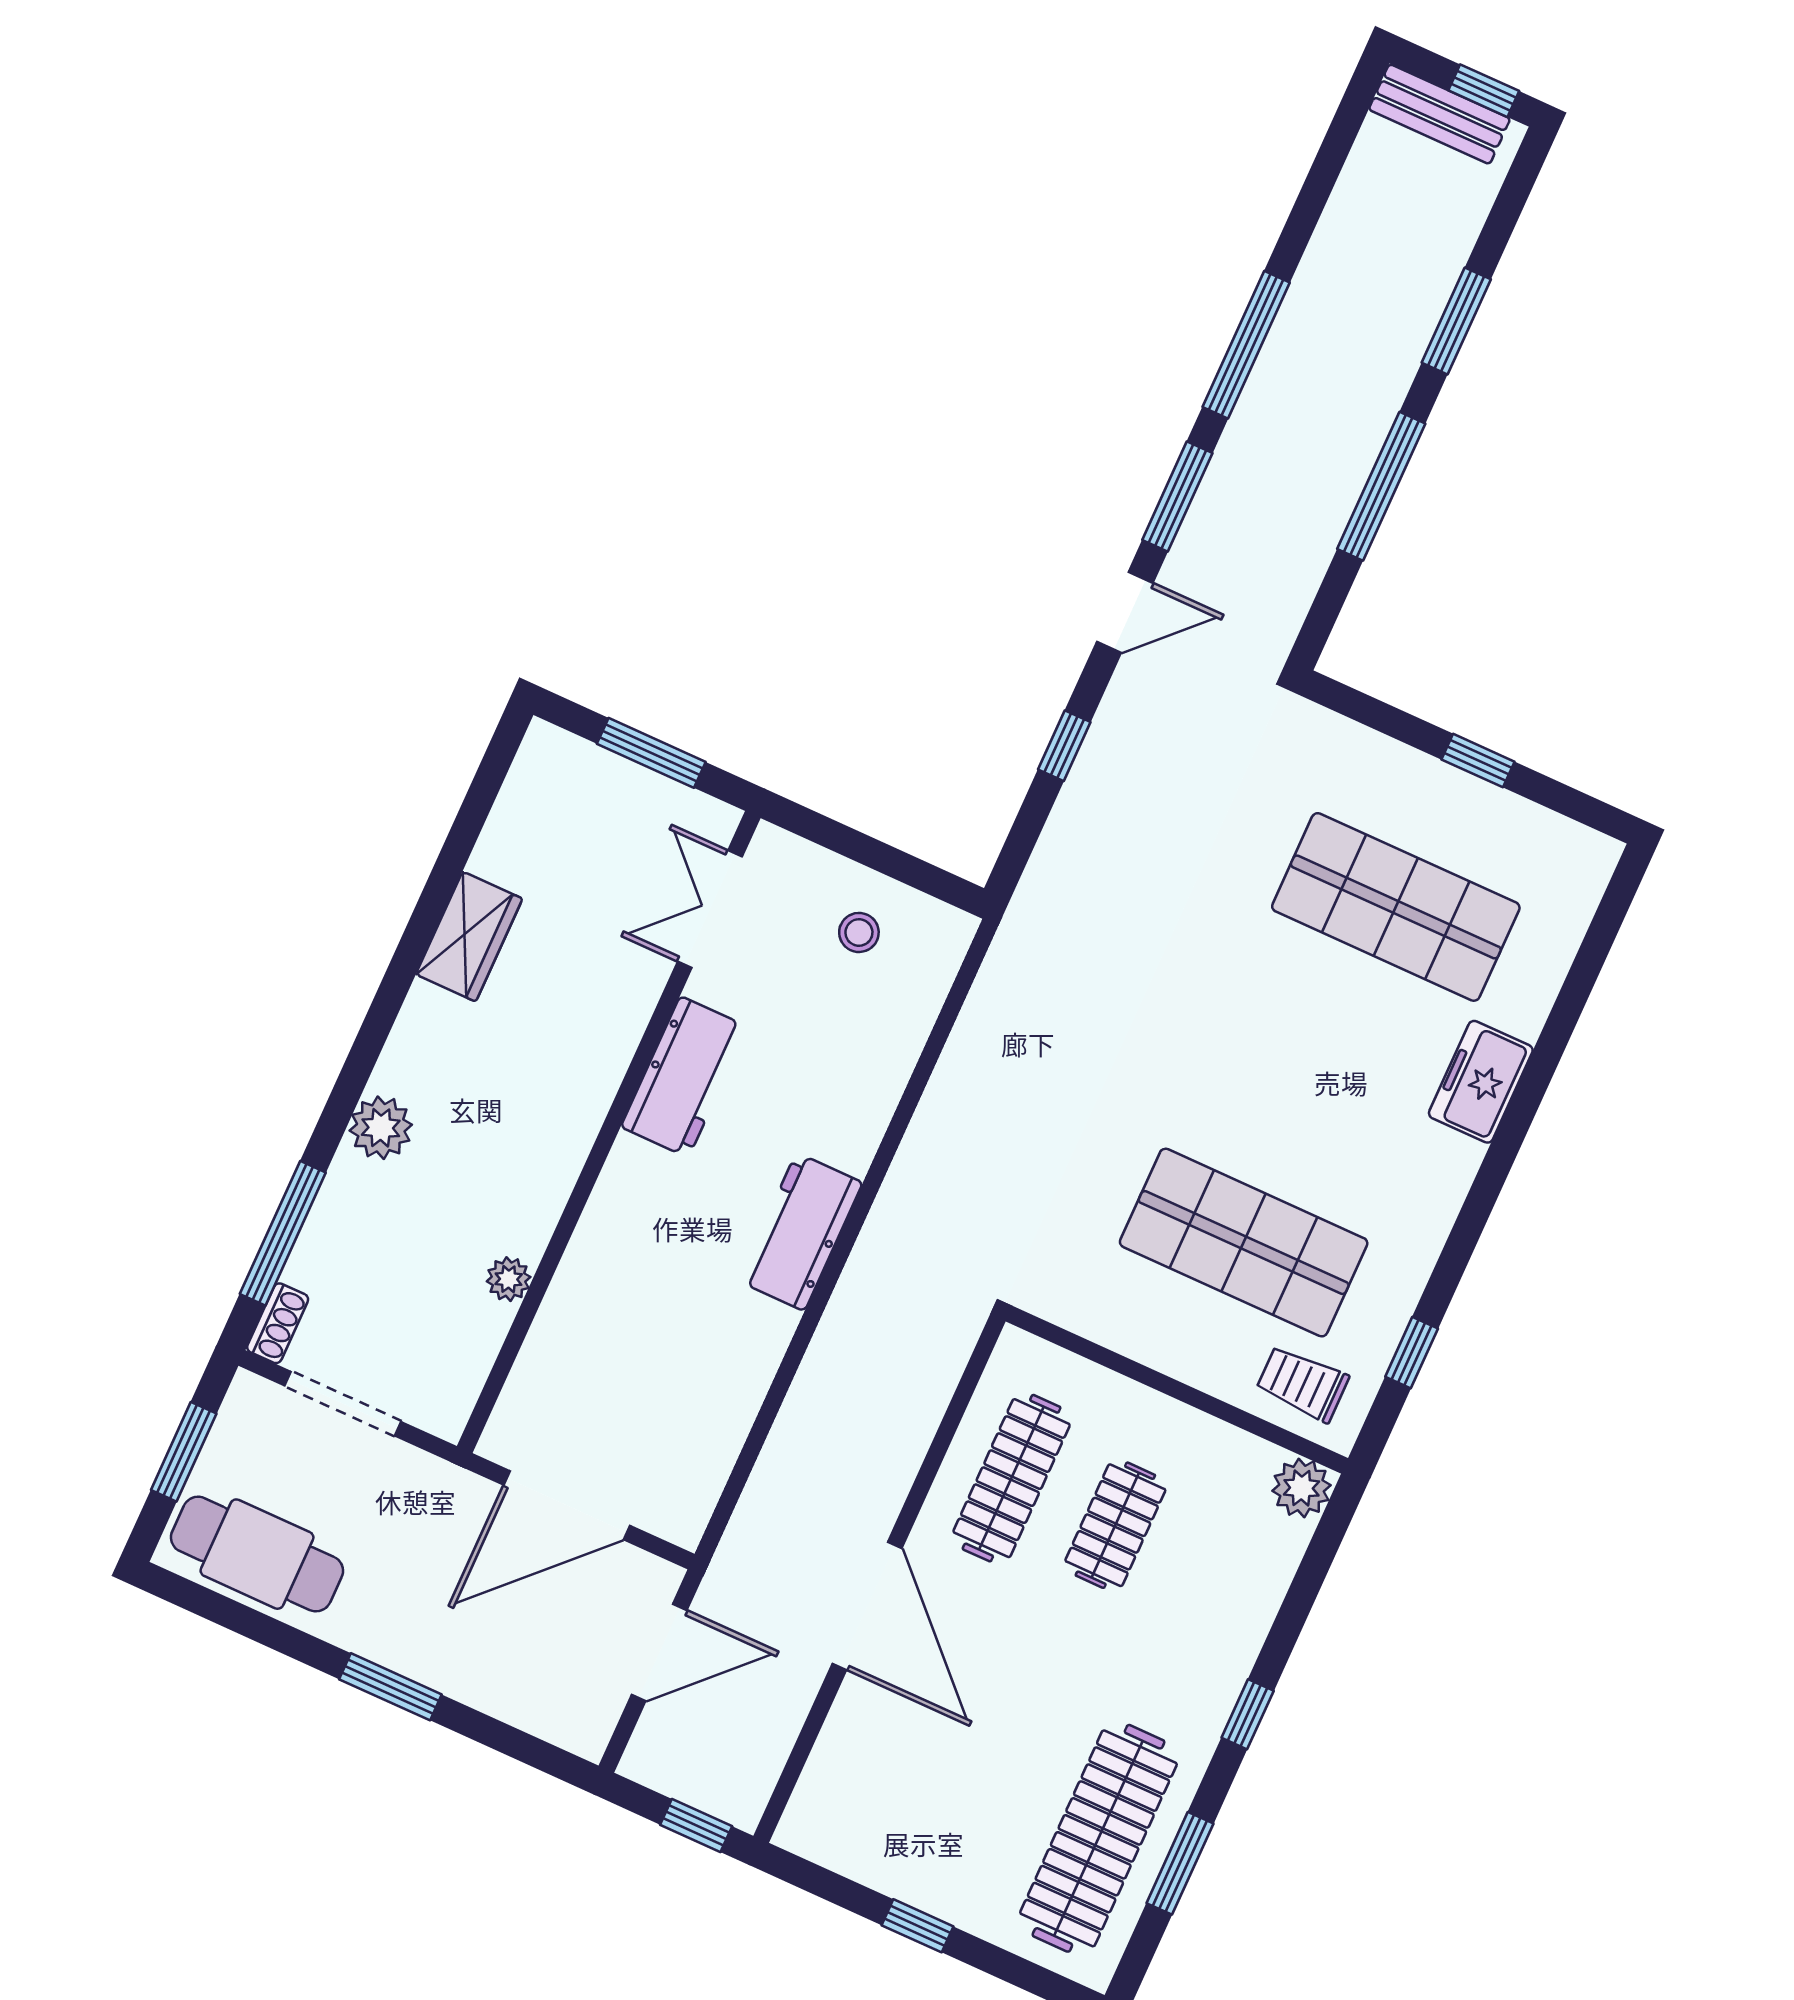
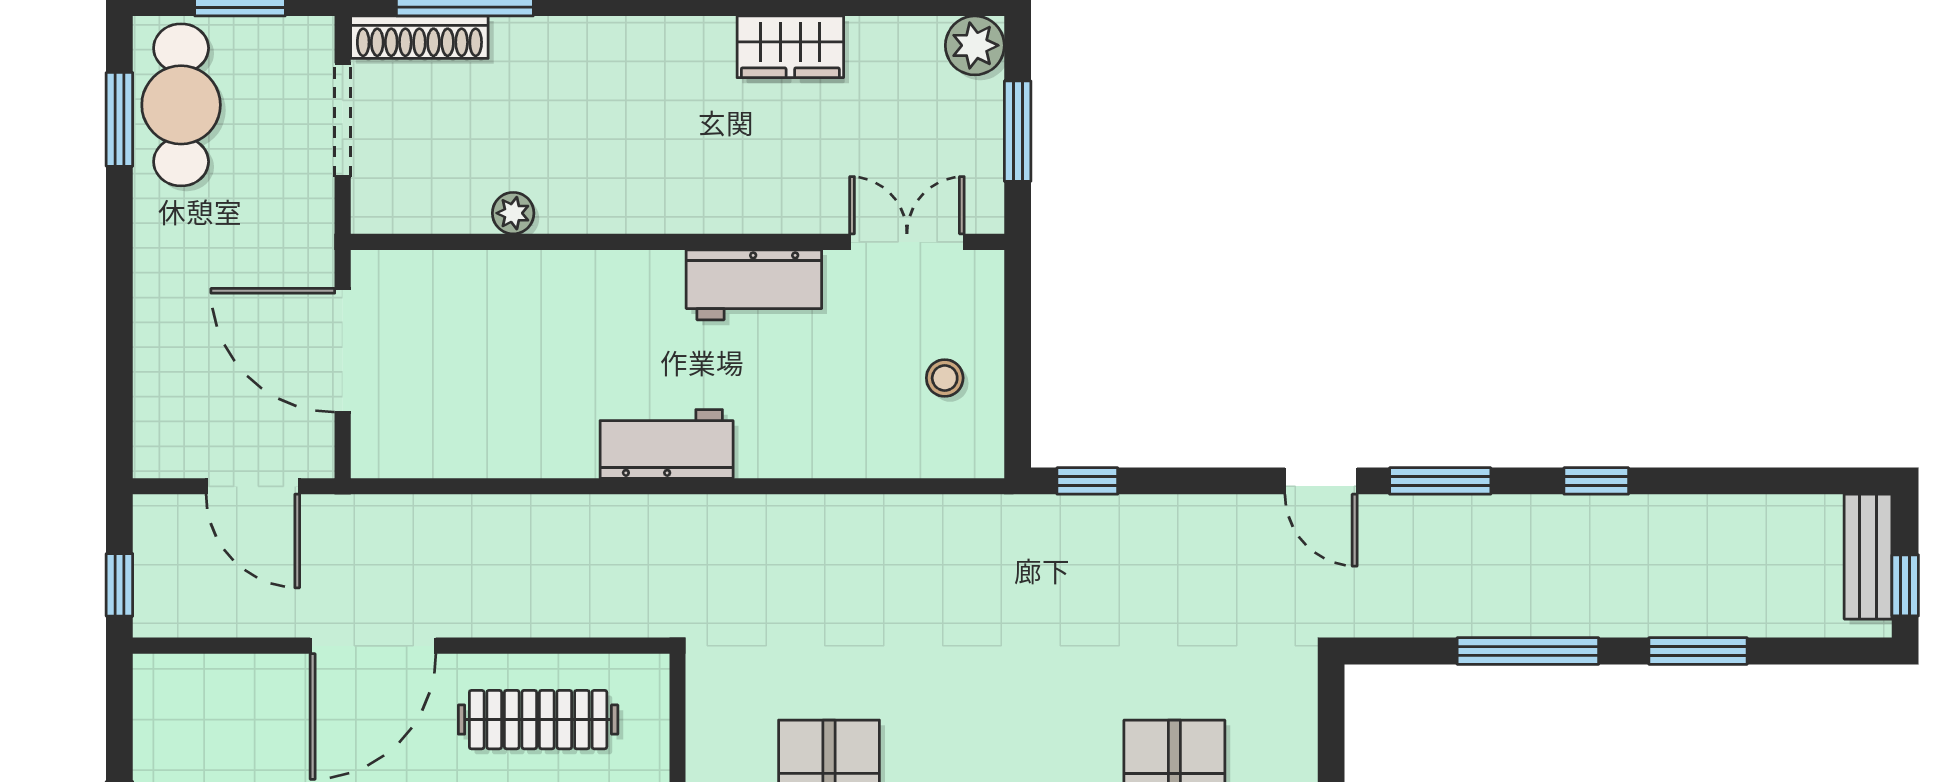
window: (1246, 345) -> (1596, 481), width x0.46
window: (1064, 746) -> (1087, 481), moved
plant: (381, 1128) -> (975, 45), moved
shoe rack: (278, 1323) -> (419, 37), width x1.94, depth x1.24
window: (390, 1687) -> (119, 119), moved

